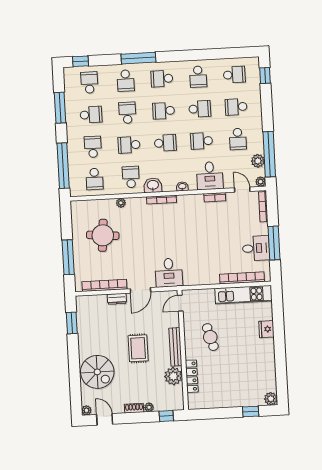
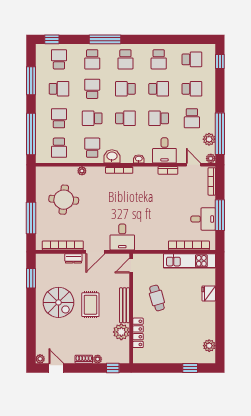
school desk: (162, 79) -> (125, 59), turned -90
school desk: (236, 107) -> (192, 89), turned 180
spiral stairs: (97, 372) -> (58, 302), moved
plant: (271, 399) -> (209, 346), moved

